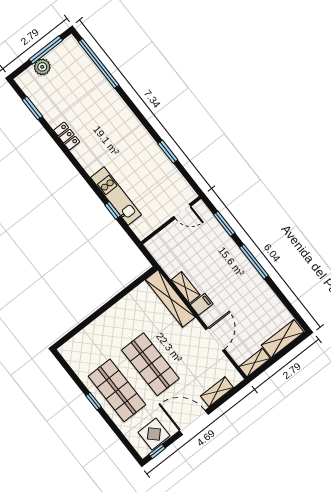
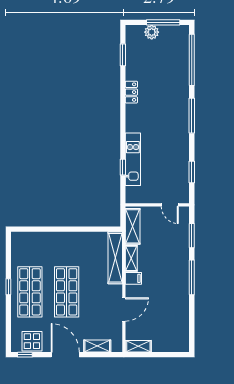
window: (138, 114) -> (192, 116), added
window: (168, 152) -> (192, 172), moved
shelving: (283, 339) -> (133, 226), moved, turned 90

